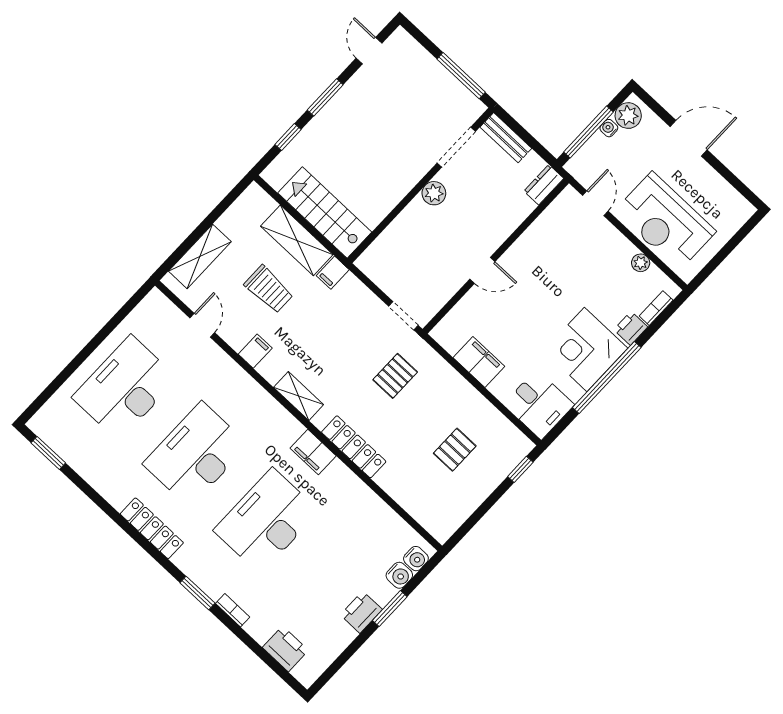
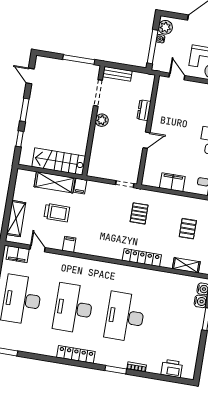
dresser: (544, 185) -> (144, 110), moved
shelving: (299, 396) -> (186, 265), moved
filing cabinet: (313, 452) -> (18, 254), moved
printer: (361, 612) -> (195, 329), removed

